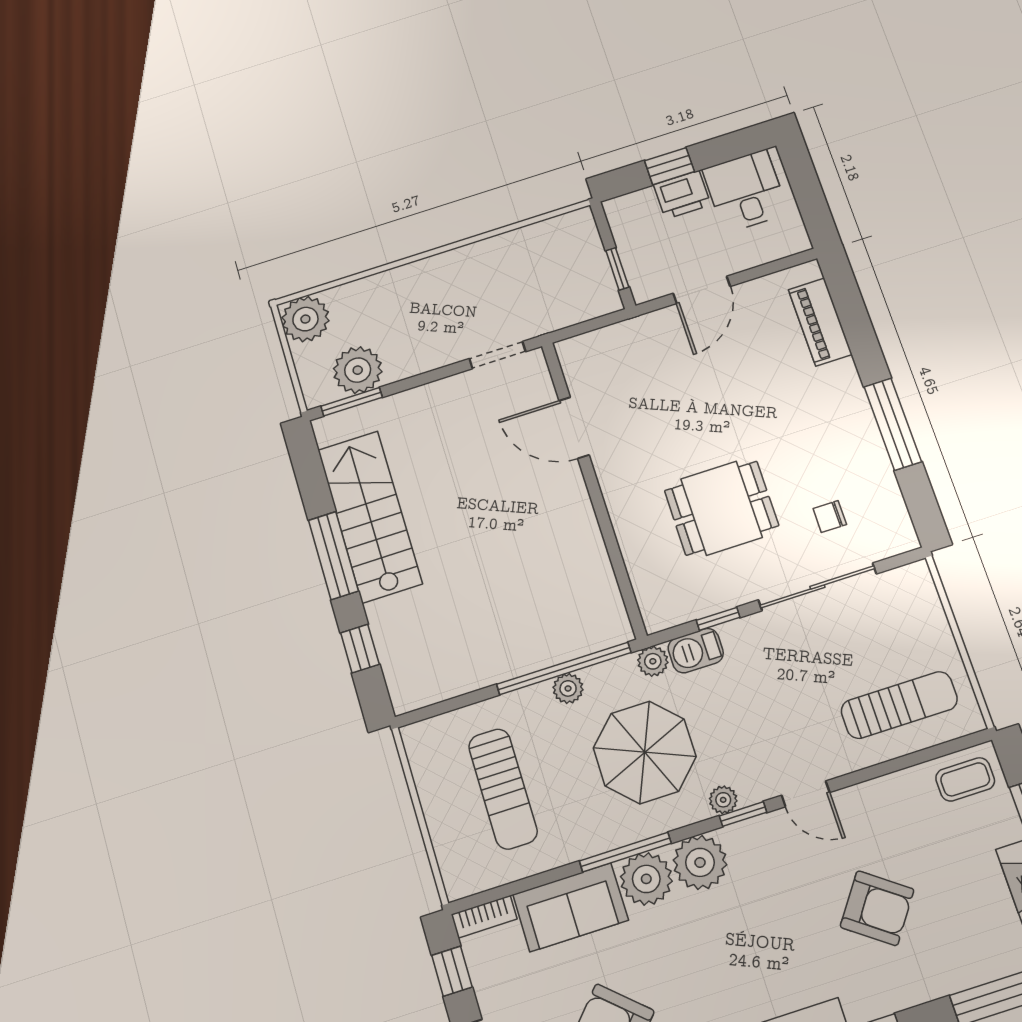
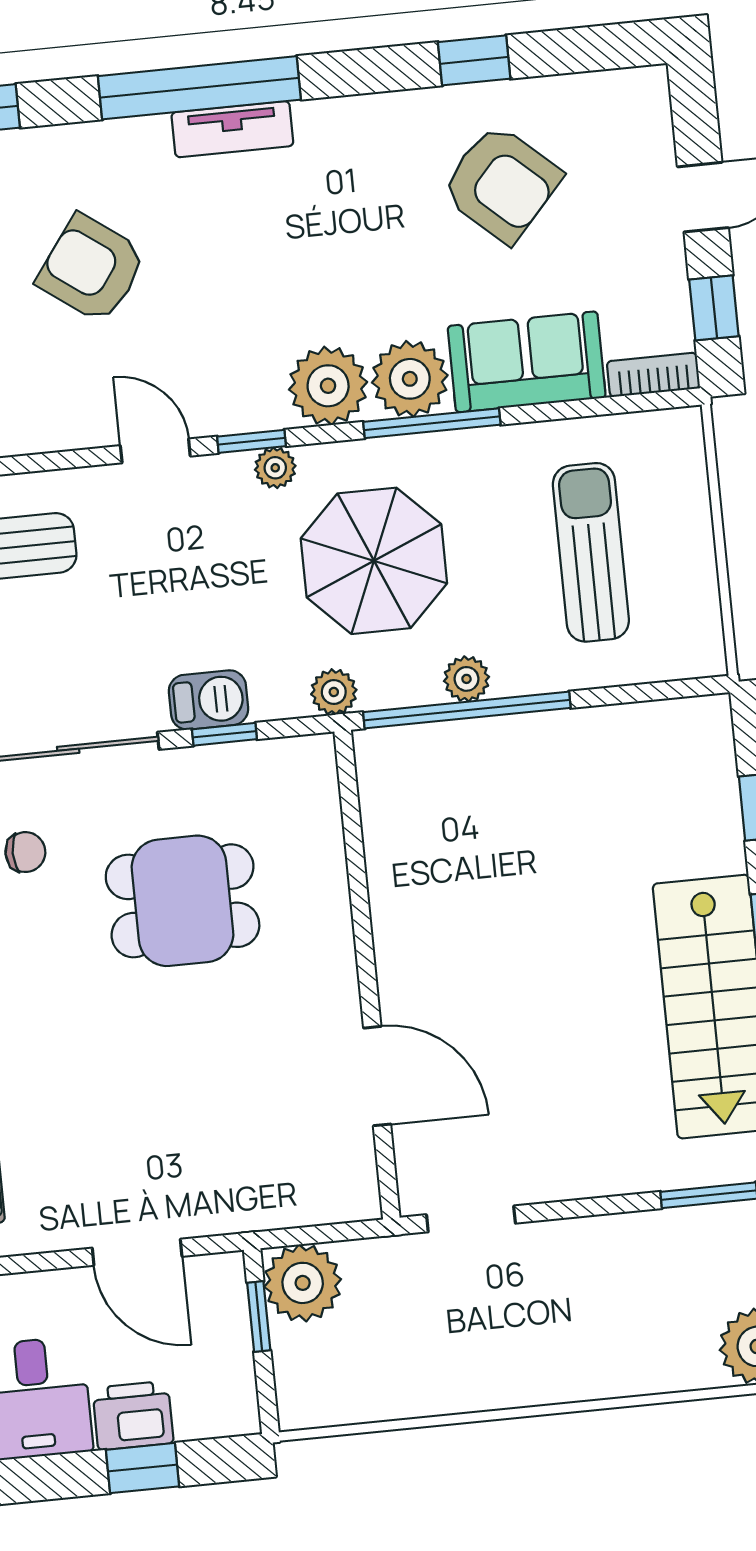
door: (702, 290) -> (137, 1252), swing flipped
plant: (358, 370) -> (303, 1283), moved
barbecue: (696, 651) -> (209, 700), moved

